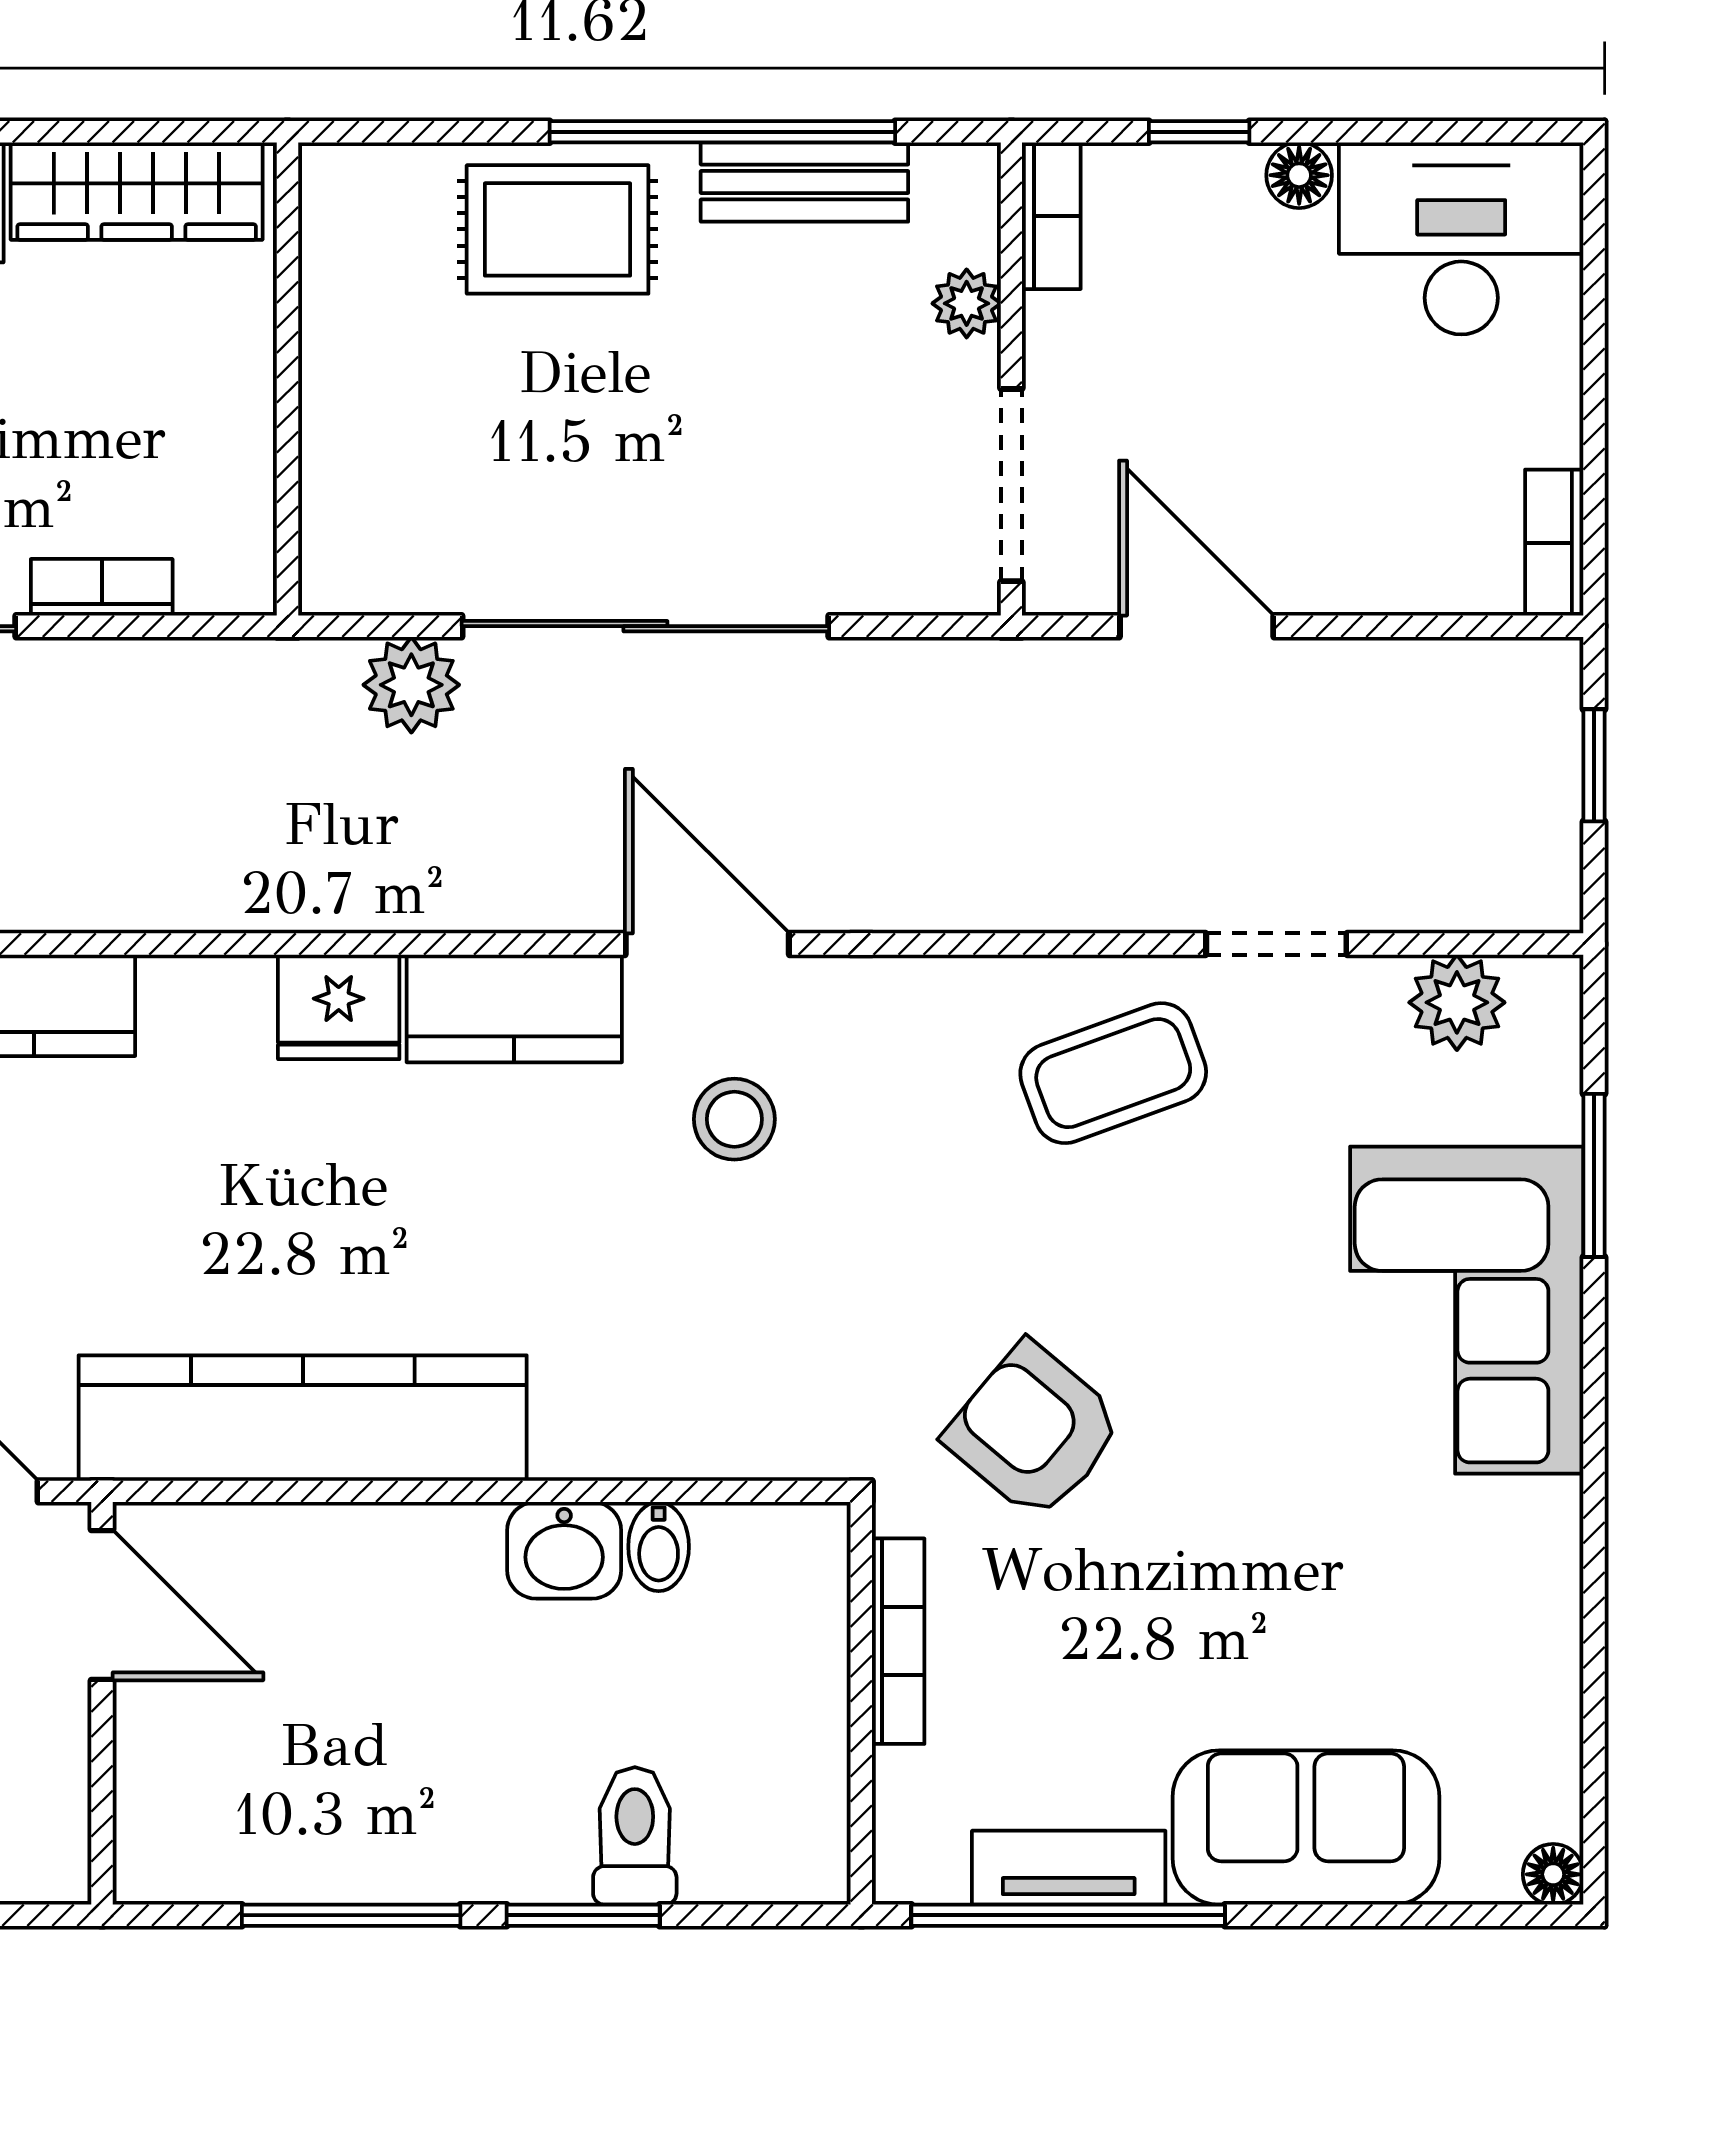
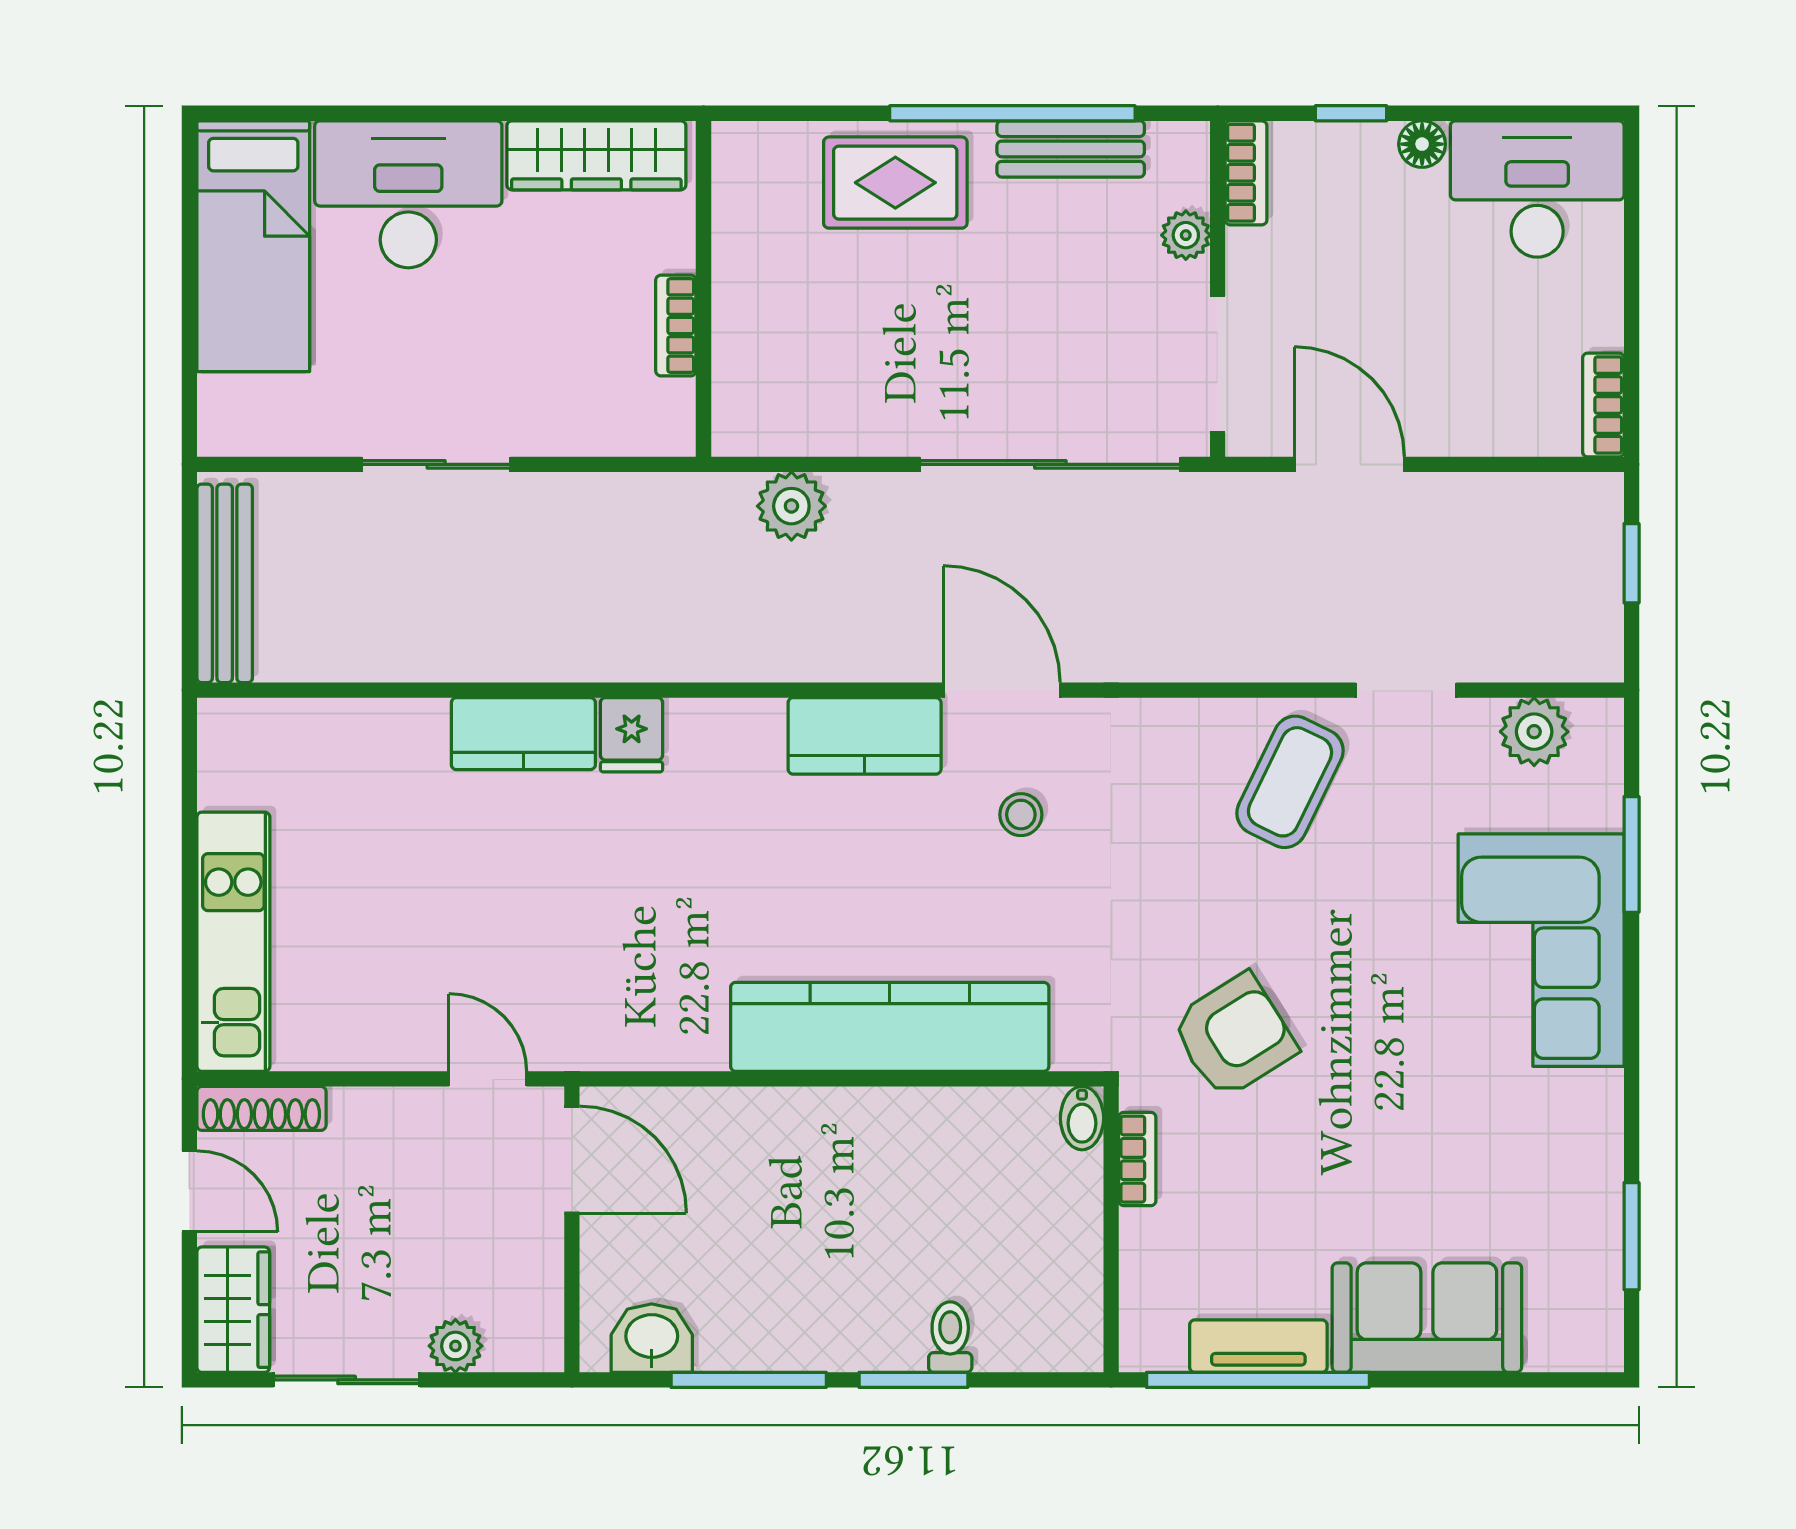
bookcase: (102, 587) -> (676, 326), moved, turned -90
sliding door: (645, 626) -> (1050, 464), moved
fridge: (339, 1007) -> (632, 735), moved, width x0.72
coffee table: (1113, 1073) -> (1290, 782), turned -44
stool: (734, 1119) -> (1021, 815), width x0.73, depth x0.73
kitchen counter: (303, 1418) -> (890, 1027), moved
armchair: (1034, 1431) -> (1234, 1036), turned 108
bidet: (659, 1547) -> (1082, 1118), moved
washbasin: (564, 1550) -> (652, 1338), moved, turned 180
bookcase: (898, 1641) -> (1137, 1159), width x0.64
window: (1594, 1713) -> (1632, 1236), added
toilet: (635, 1836) -> (950, 1337), width x0.73, depth x0.72
floor lamp: (1553, 1874) -> (1602, 1351), removed

